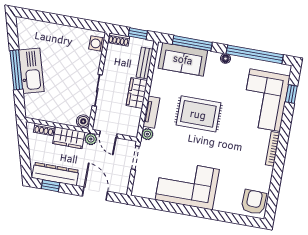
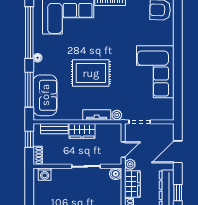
rug: (198, 114) -> (91, 73), turned 90

